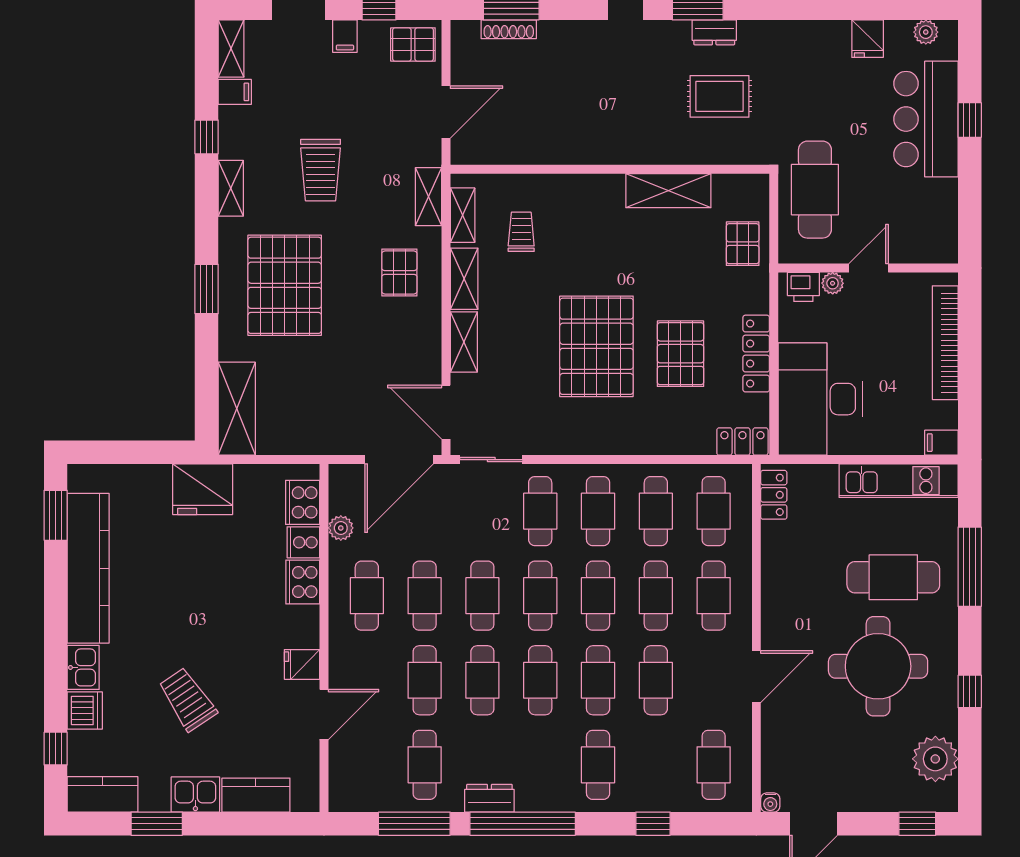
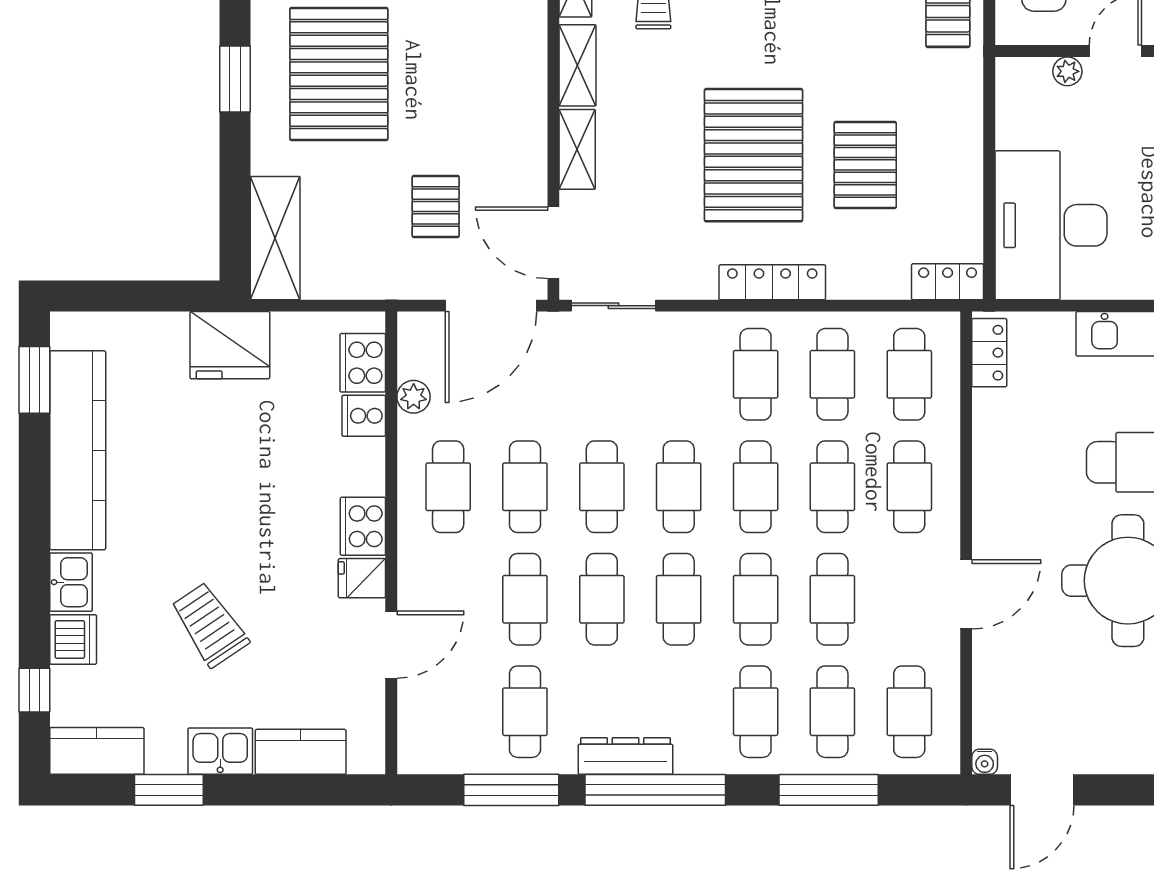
pallet: (399, 273) -> (436, 207), moved
printer: (803, 287) -> (1029, 76), removed
locker: (756, 354) -> (772, 282), moved, turned 90
cafe table: (540, 511) -> (832, 712), moved
cooker: (303, 582) -> (363, 526), moved
dresser: (489, 798) -> (625, 756), width x1.44
window: (653, 824) -> (829, 790), width x2.17

